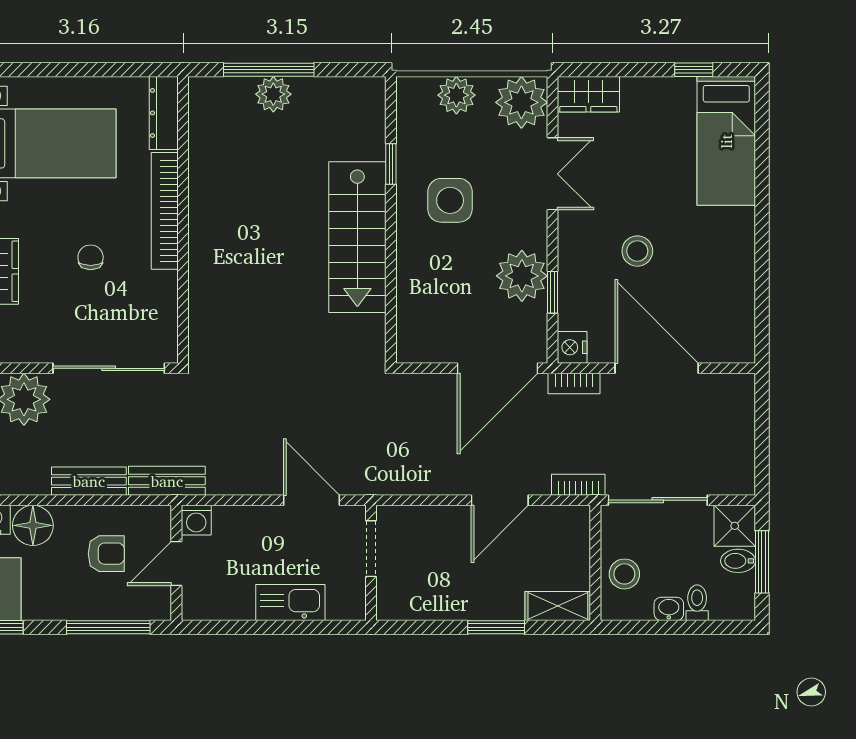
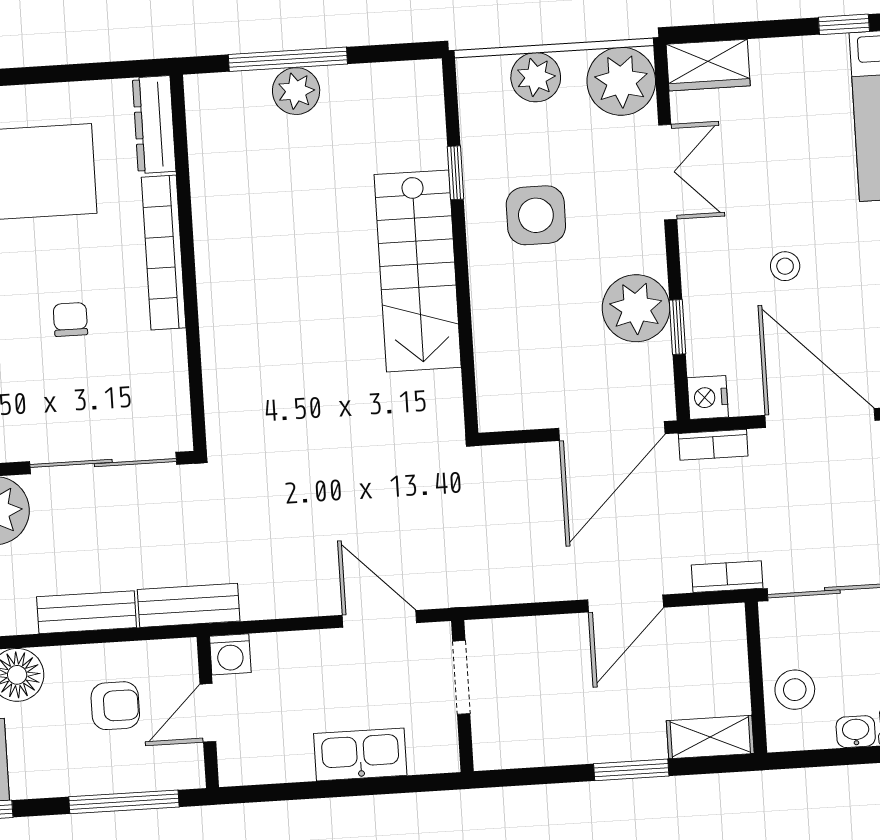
stool: (637, 251) -> (785, 266), width x0.73, depth x0.73

